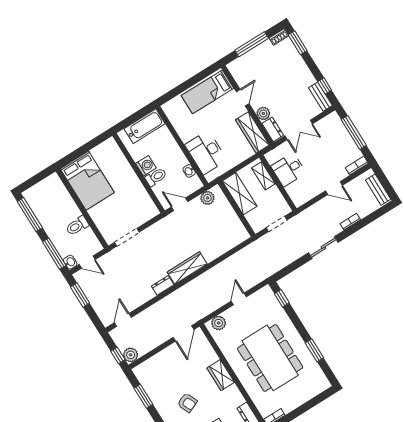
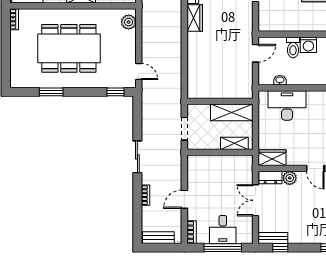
wardrobe: (252, 132) -> (272, 158), width x0.67
desk: (288, 170) -> (223, 229), moved, turned 180
plant: (207, 198) -> (246, 82), removed
wardrobe: (187, 268) -> (195, 18), width x0.67
door: (239, 299) -> (139, 71), moved

